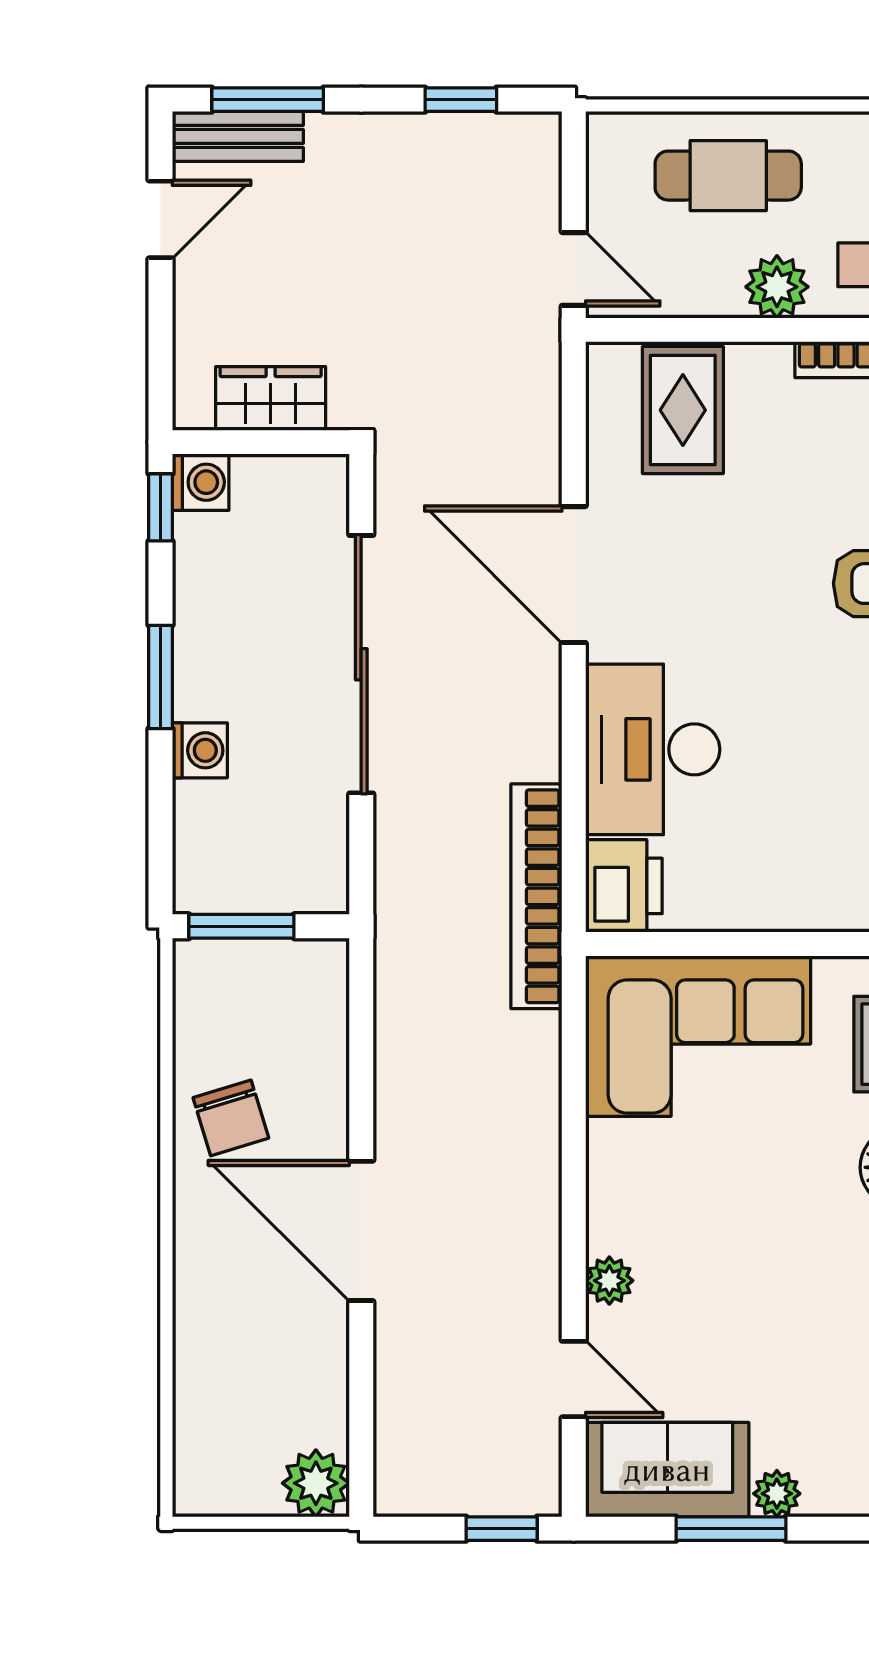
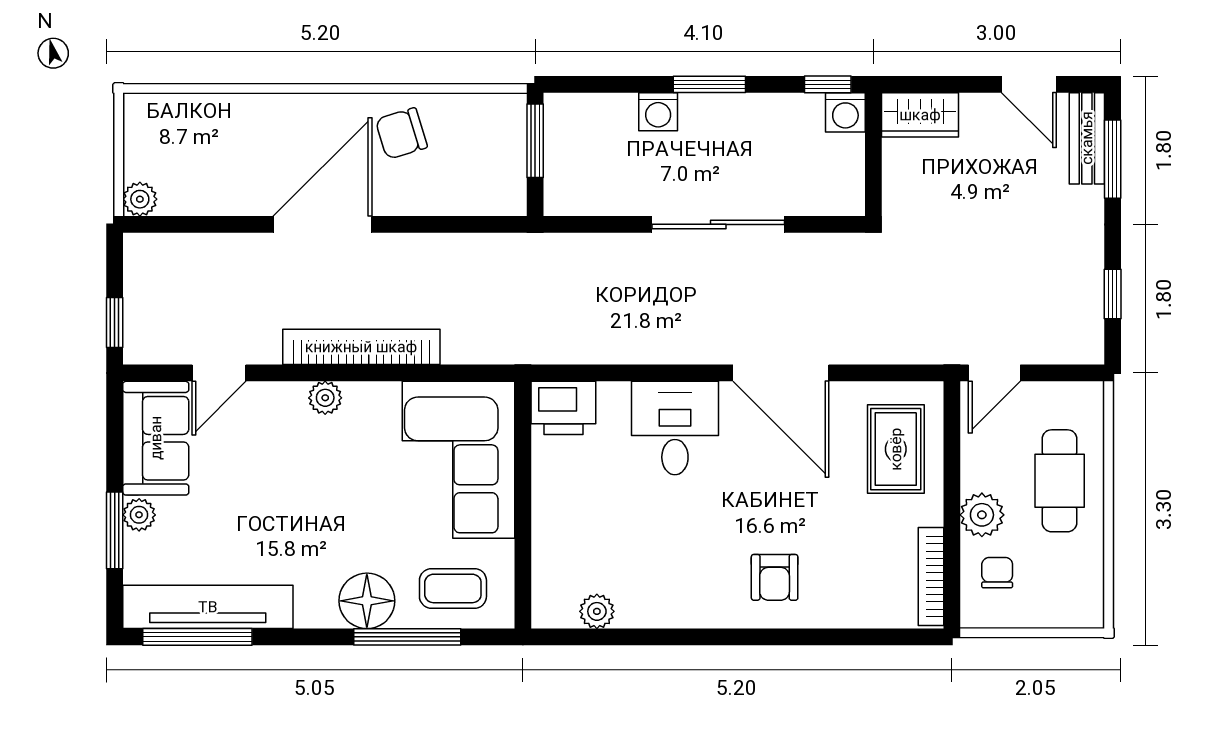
wardrobe: (271, 398) -> (920, 115), moved, turned 90
rug: (683, 410) -> (896, 449), turned 90
door: (574, 575) -> (781, 373), swing flipped
sliding door: (361, 664) -> (718, 224), width x0.73
desk: (653, 749) -> (675, 428), width x0.73
bookcase: (536, 896) -> (361, 347), moved
plant: (609, 1281) -> (325, 398), moved
plant: (316, 1483) -> (140, 199), width x0.73, depth x0.73
window: (731, 1529) -> (115, 530), moved

